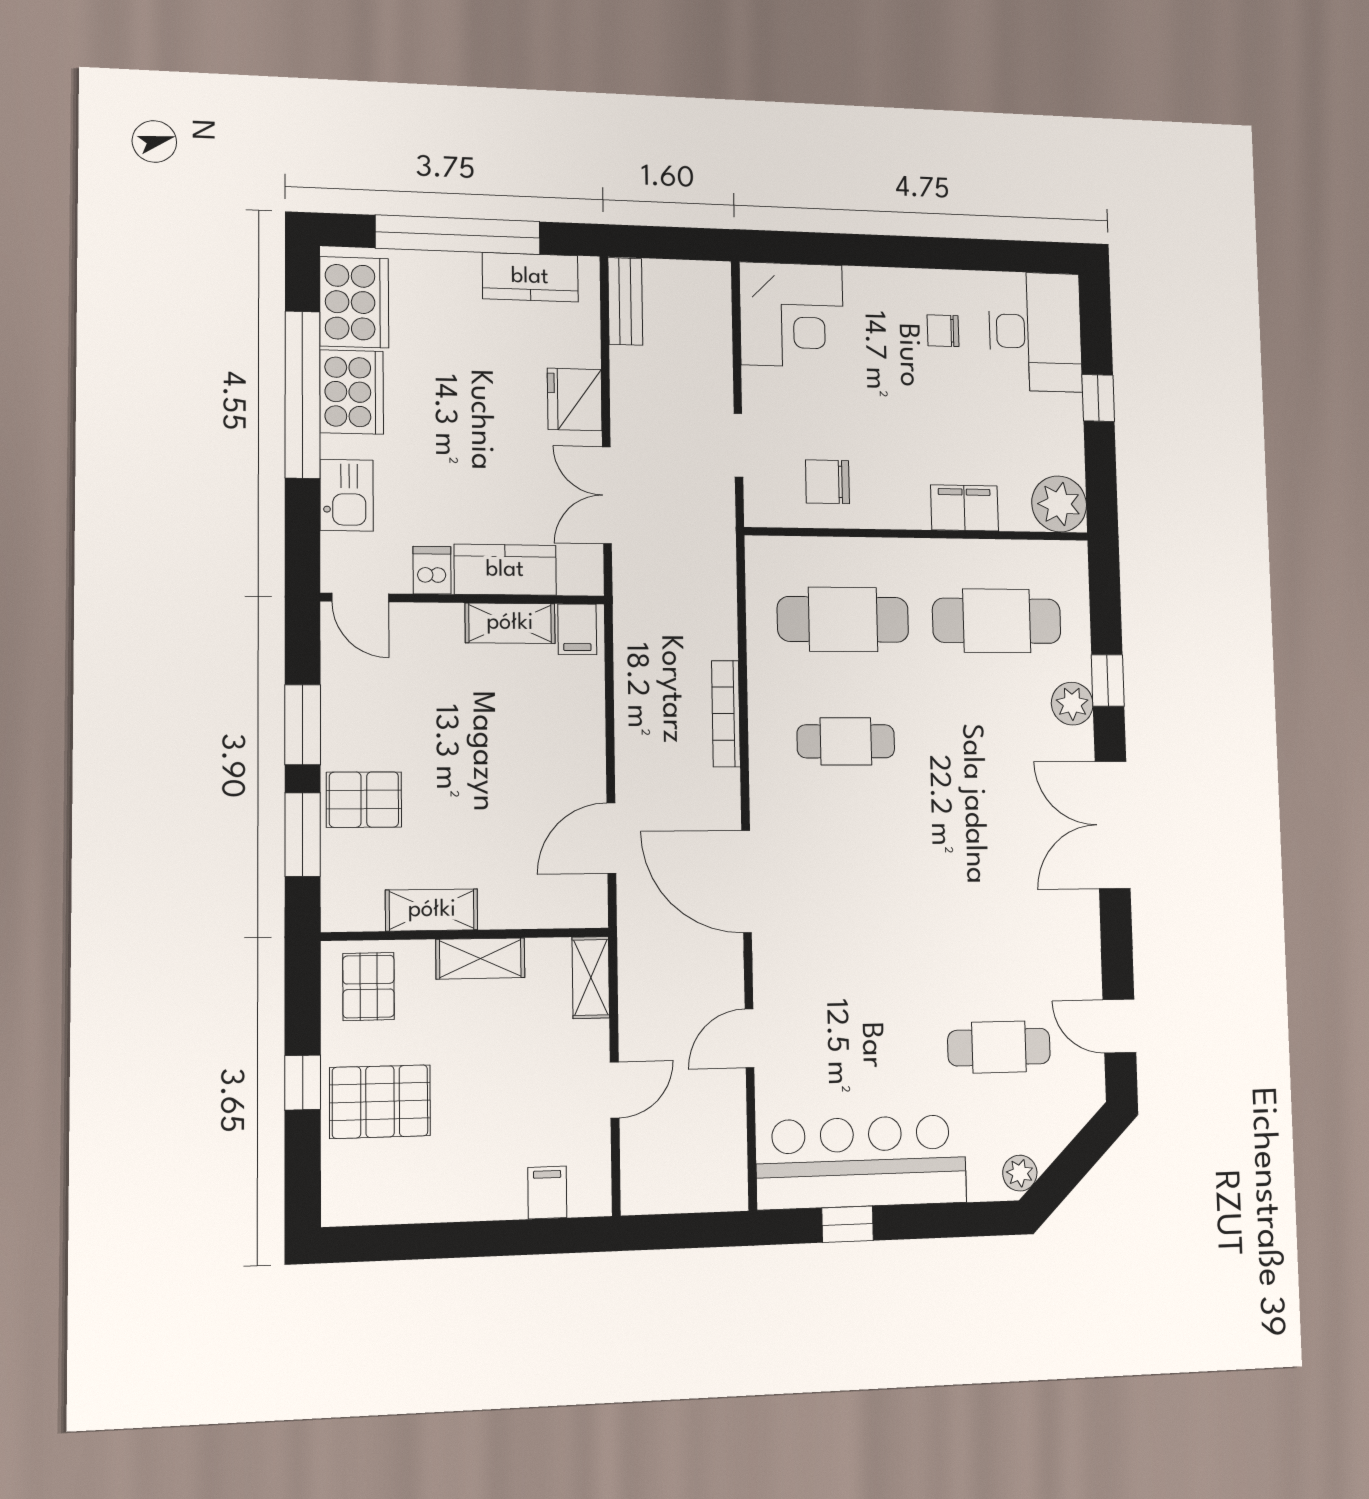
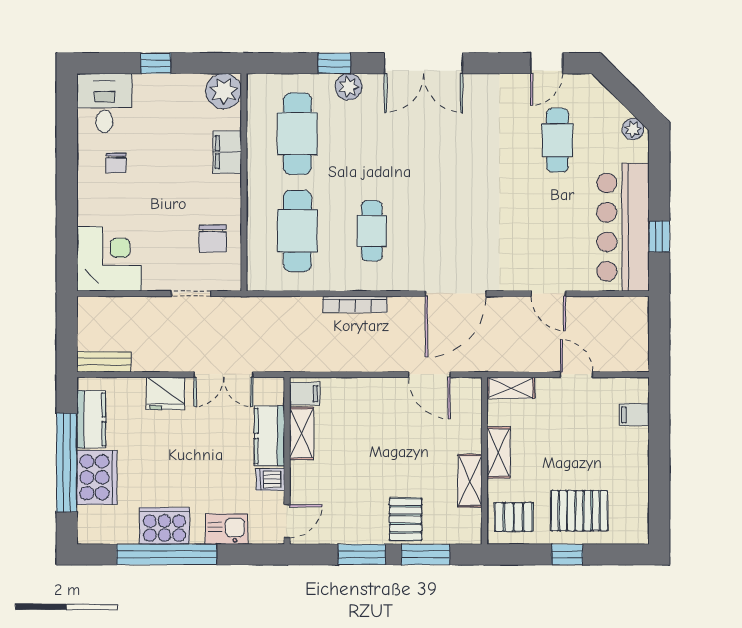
cooker: (354, 302) -> (97, 477), moved, turned 90
desk: (1035, 332) -> (104, 103), width x0.73
pallet: (380, 1102) -> (579, 511), turned 90

